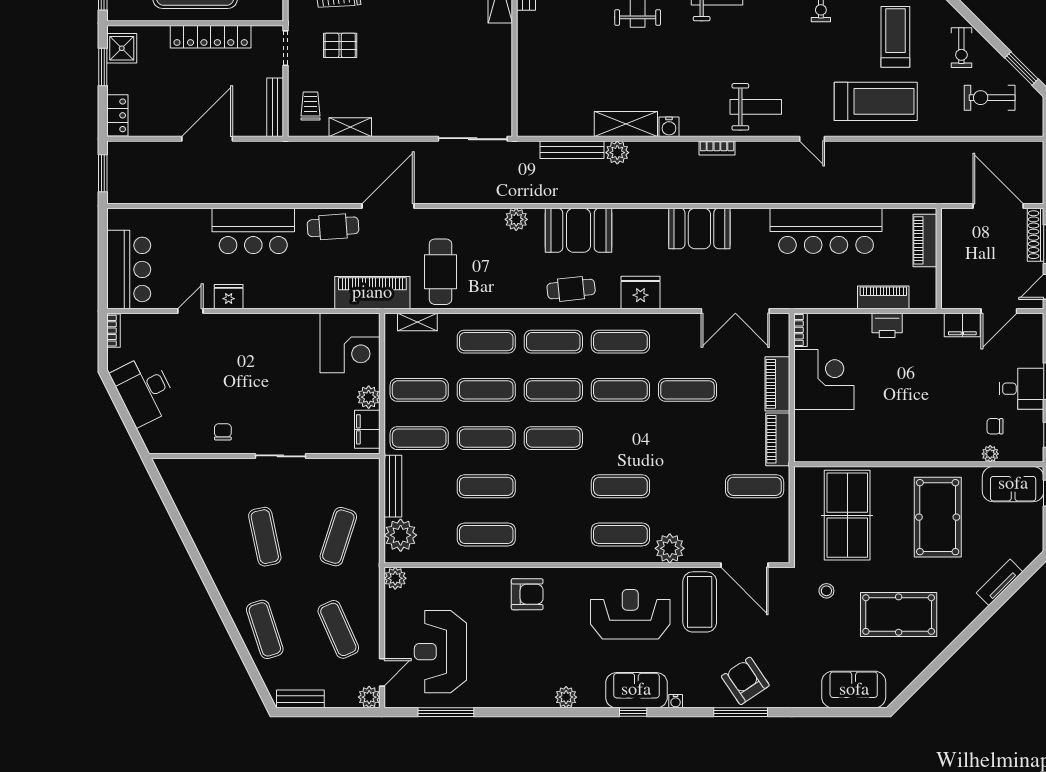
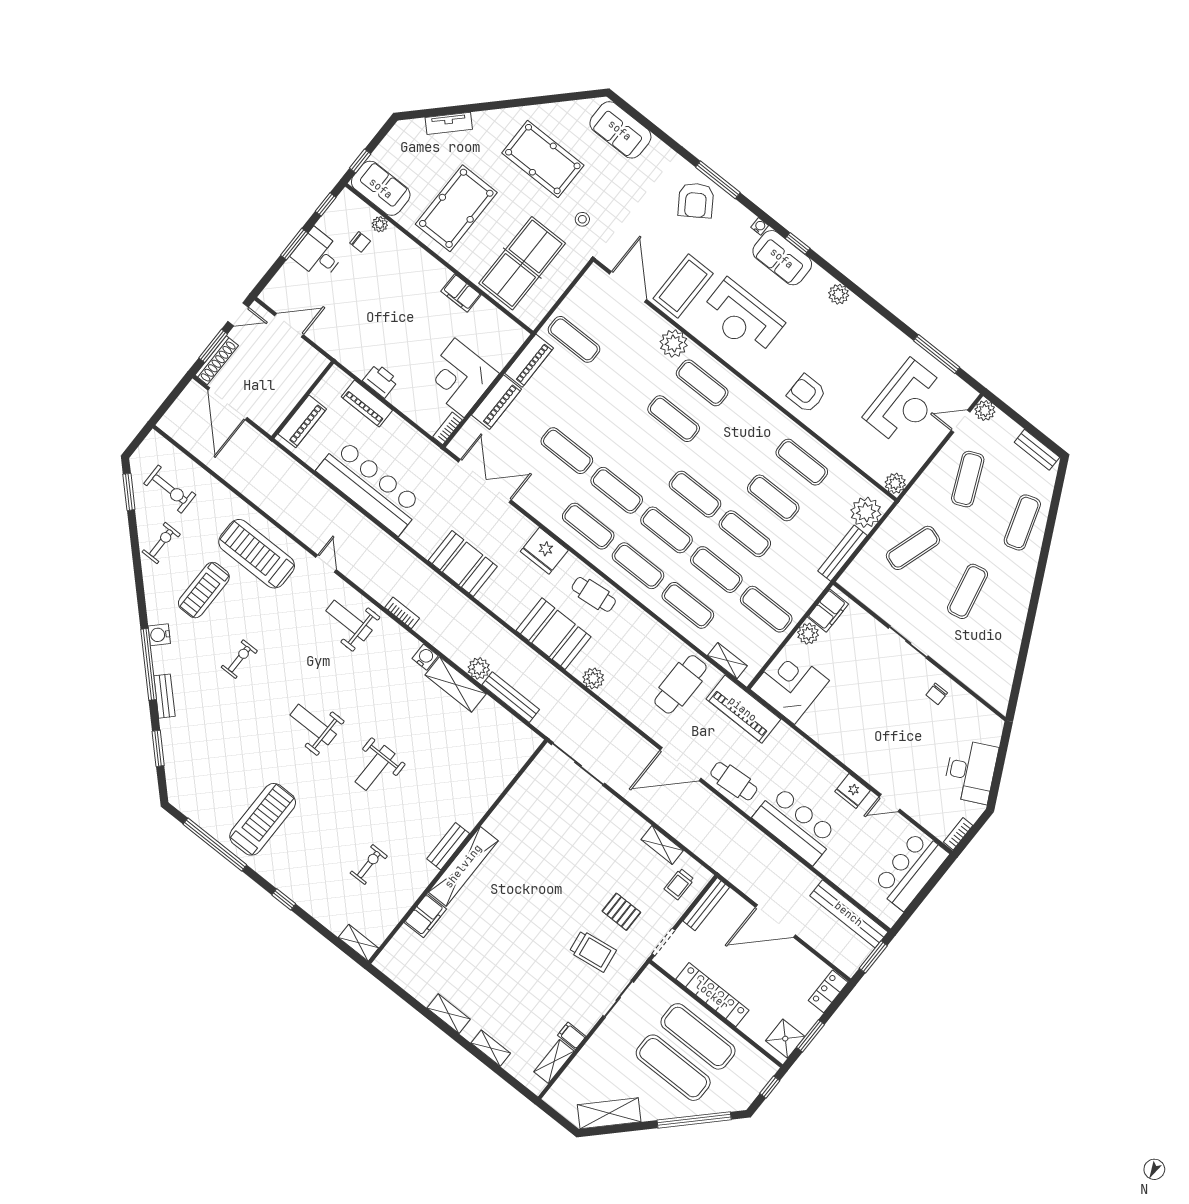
bench: (151, 193) -> (849, 914), added
filing cabinet: (962, 325) -> (461, 293), moved, turned 180
exercise mat: (419, 438) -> (795, 573), removed

